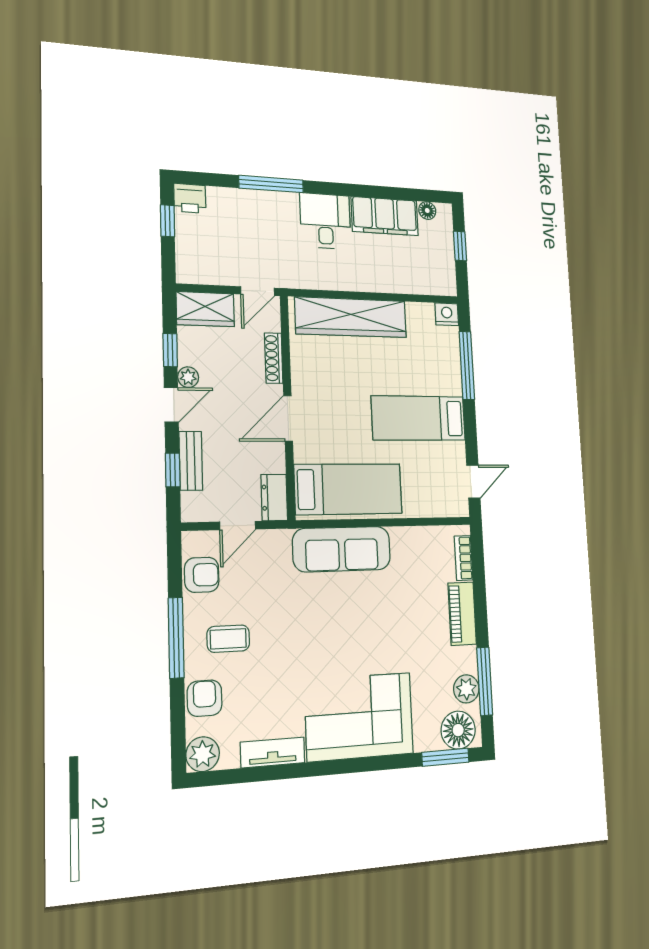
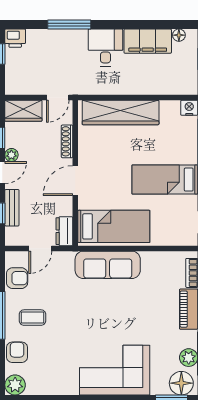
tv unit: (273, 752) -> (58, 387), removed

